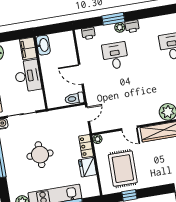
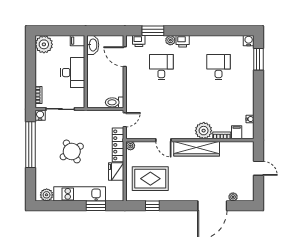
window: (113, 19) -> (153, 31), moved
filing cabinet: (28, 49) -> (78, 41), width x0.50
door: (81, 74) -> (125, 57), moved
locker: (86, 146) -> (118, 145), width x1.53
round table: (40, 155) -> (72, 151), turned -32
rug: (123, 169) -> (150, 179), turned 90

